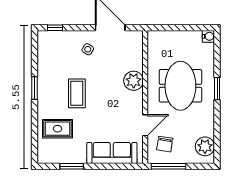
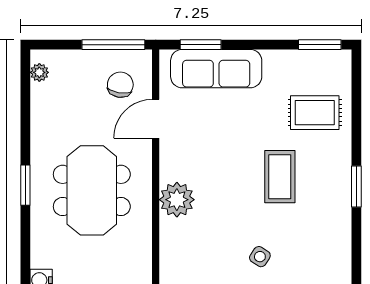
plant: (205, 146) -> (39, 72), width x0.53, depth x0.53
window: (72, 166) -> (320, 45), moved
window: (120, 166) -> (201, 45), added

